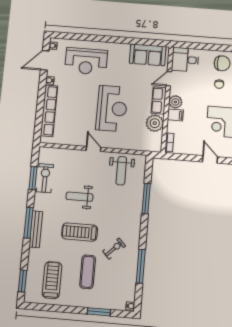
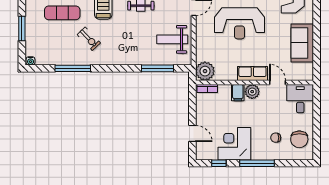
sofa: (148, 55) -> (302, 43), moved
plant: (155, 123) -> (205, 71), moved
door: (210, 159) -> (192, 133), hinge flipped
window: (146, 199) -> (158, 68), moved

